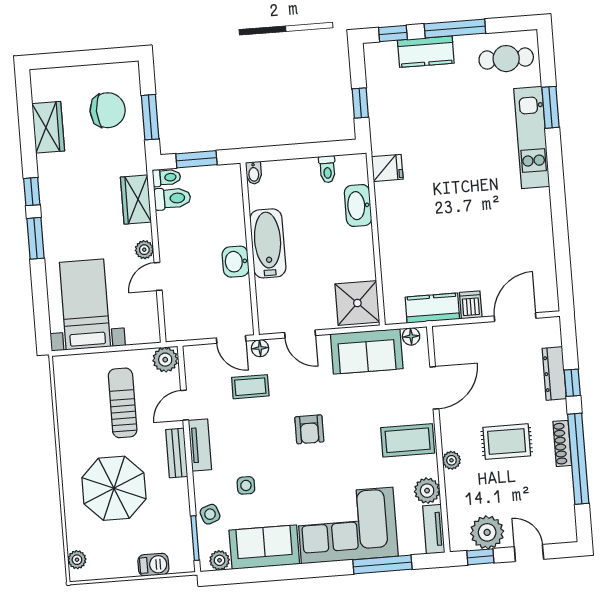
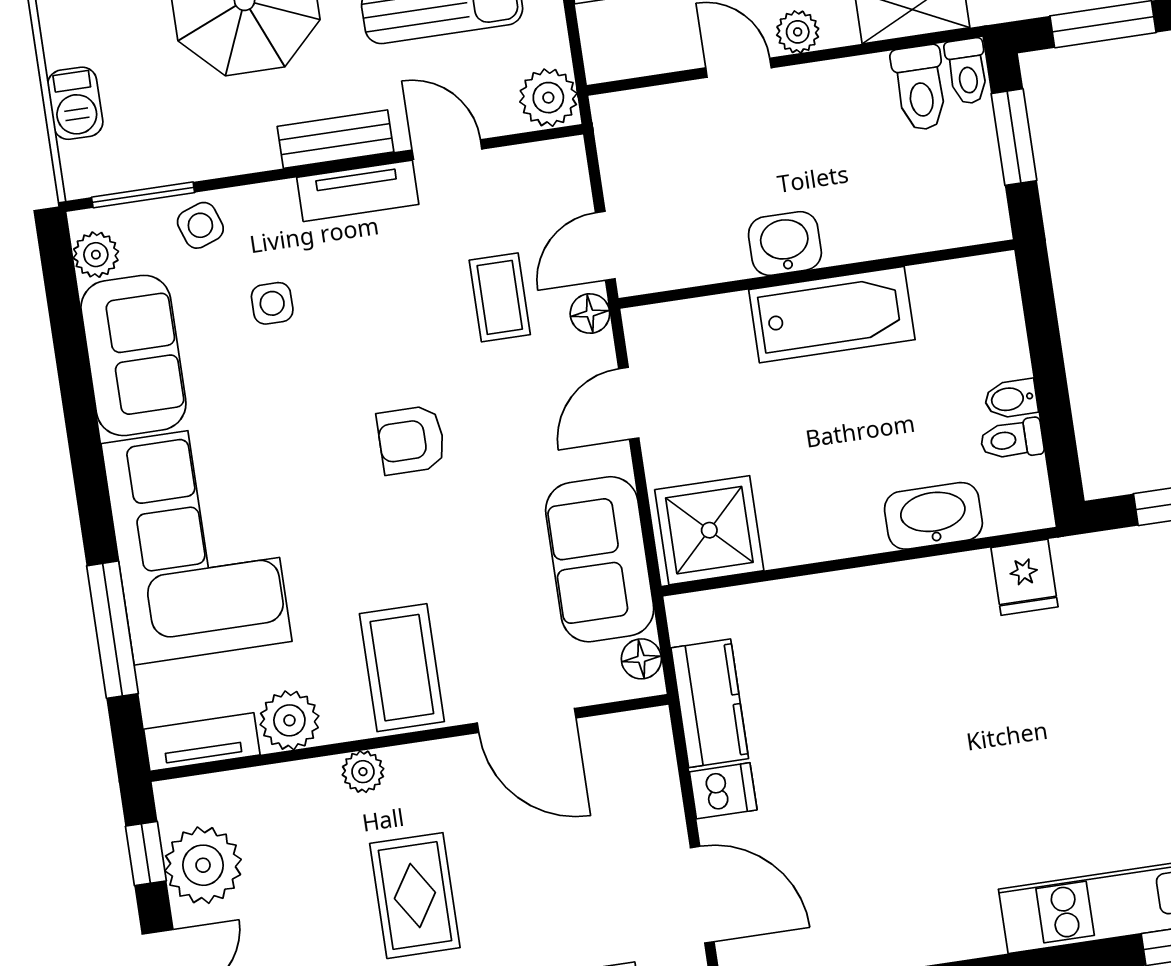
bidet: (254, 173) -> (1011, 399), moved

